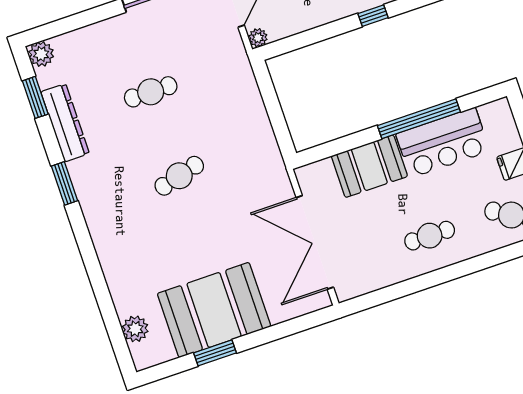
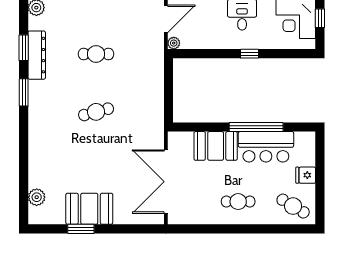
window: (35, 97) -> (24, 48), moved
booth: (214, 310) -> (89, 209), width x0.73, depth x0.70

